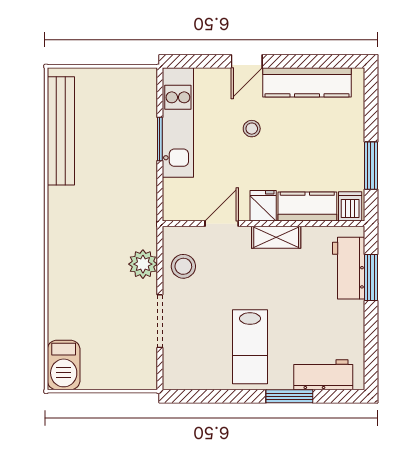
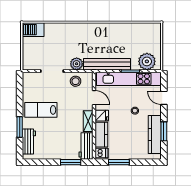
door: (247, 61) -> (164, 98), moved
window: (300, 61) -> (164, 131), added
plant: (137, 101) -> (147, 61), added
kitchen unit: (178, 123) -> (129, 79), width x1.36
bench: (61, 131) -> (107, 64), moved
workbench: (349, 268) -> (86, 146), moved, turned -90

